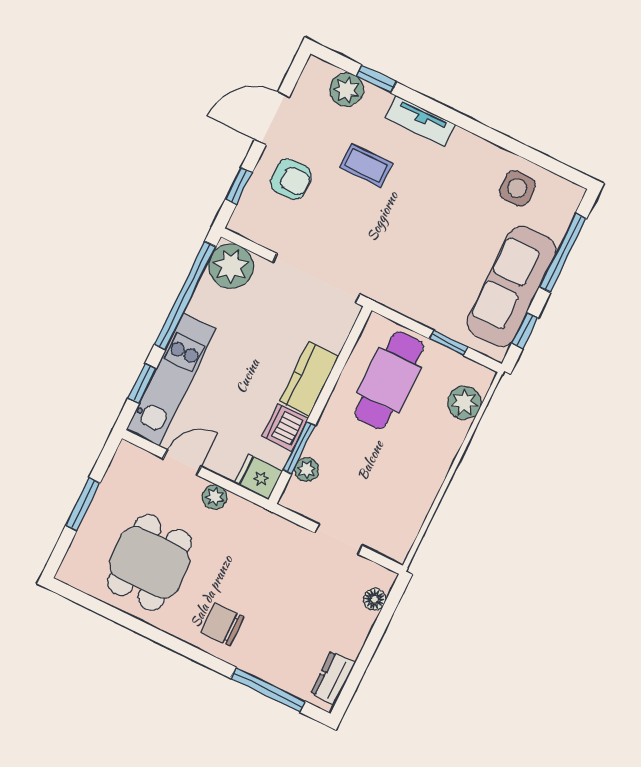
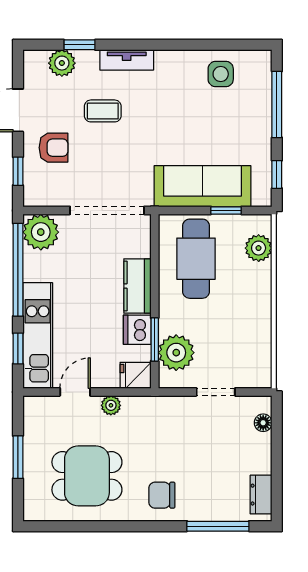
sofa: (512, 286) -> (202, 186), moved, turned 90
plant: (307, 469) -> (176, 353), width x1.87, depth x1.87
dining table: (149, 562) -> (87, 476), turned 90

